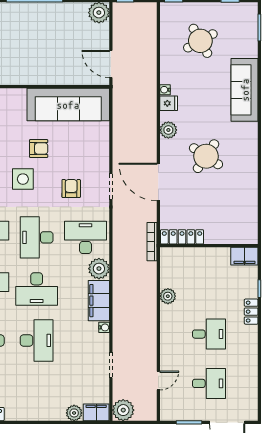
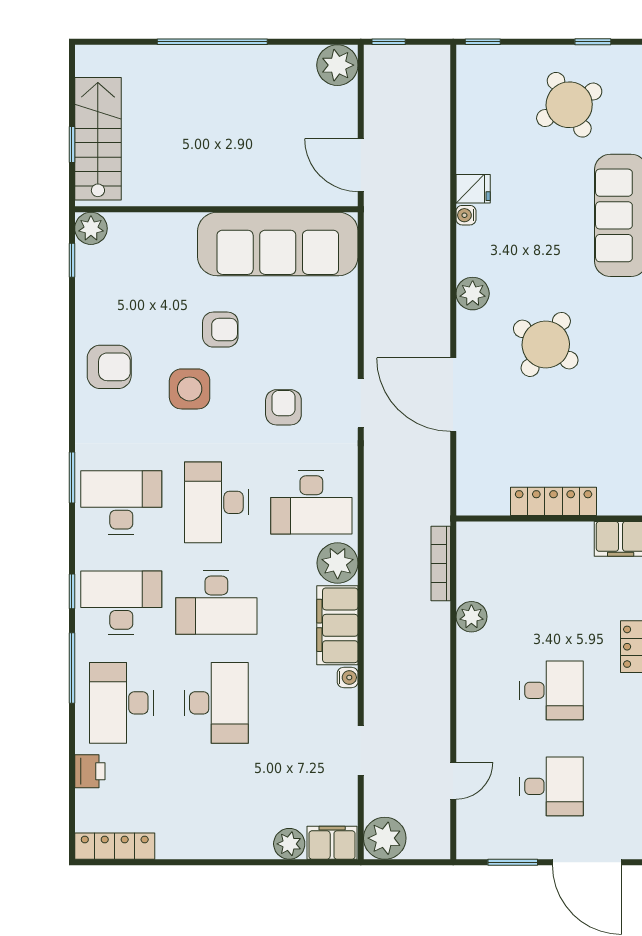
round table: (200, 41) -> (569, 105), moved
fridge: (169, 103) -> (473, 189), moved
desk: (85, 237) -> (311, 502), turned 180
locker: (182, 237) -> (554, 501), moved
bookcase: (152, 242) -> (441, 564), moved

